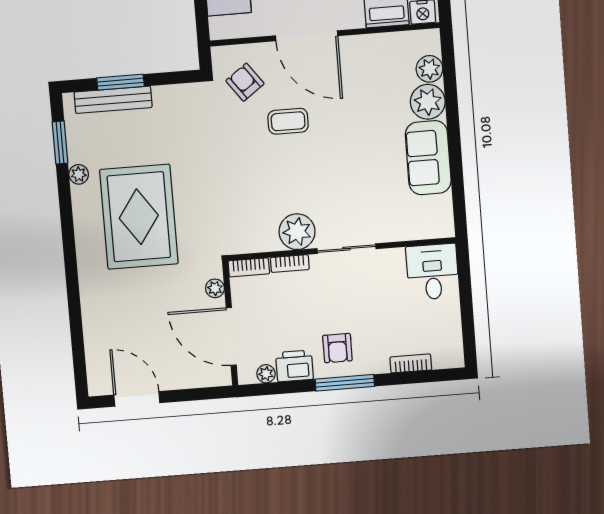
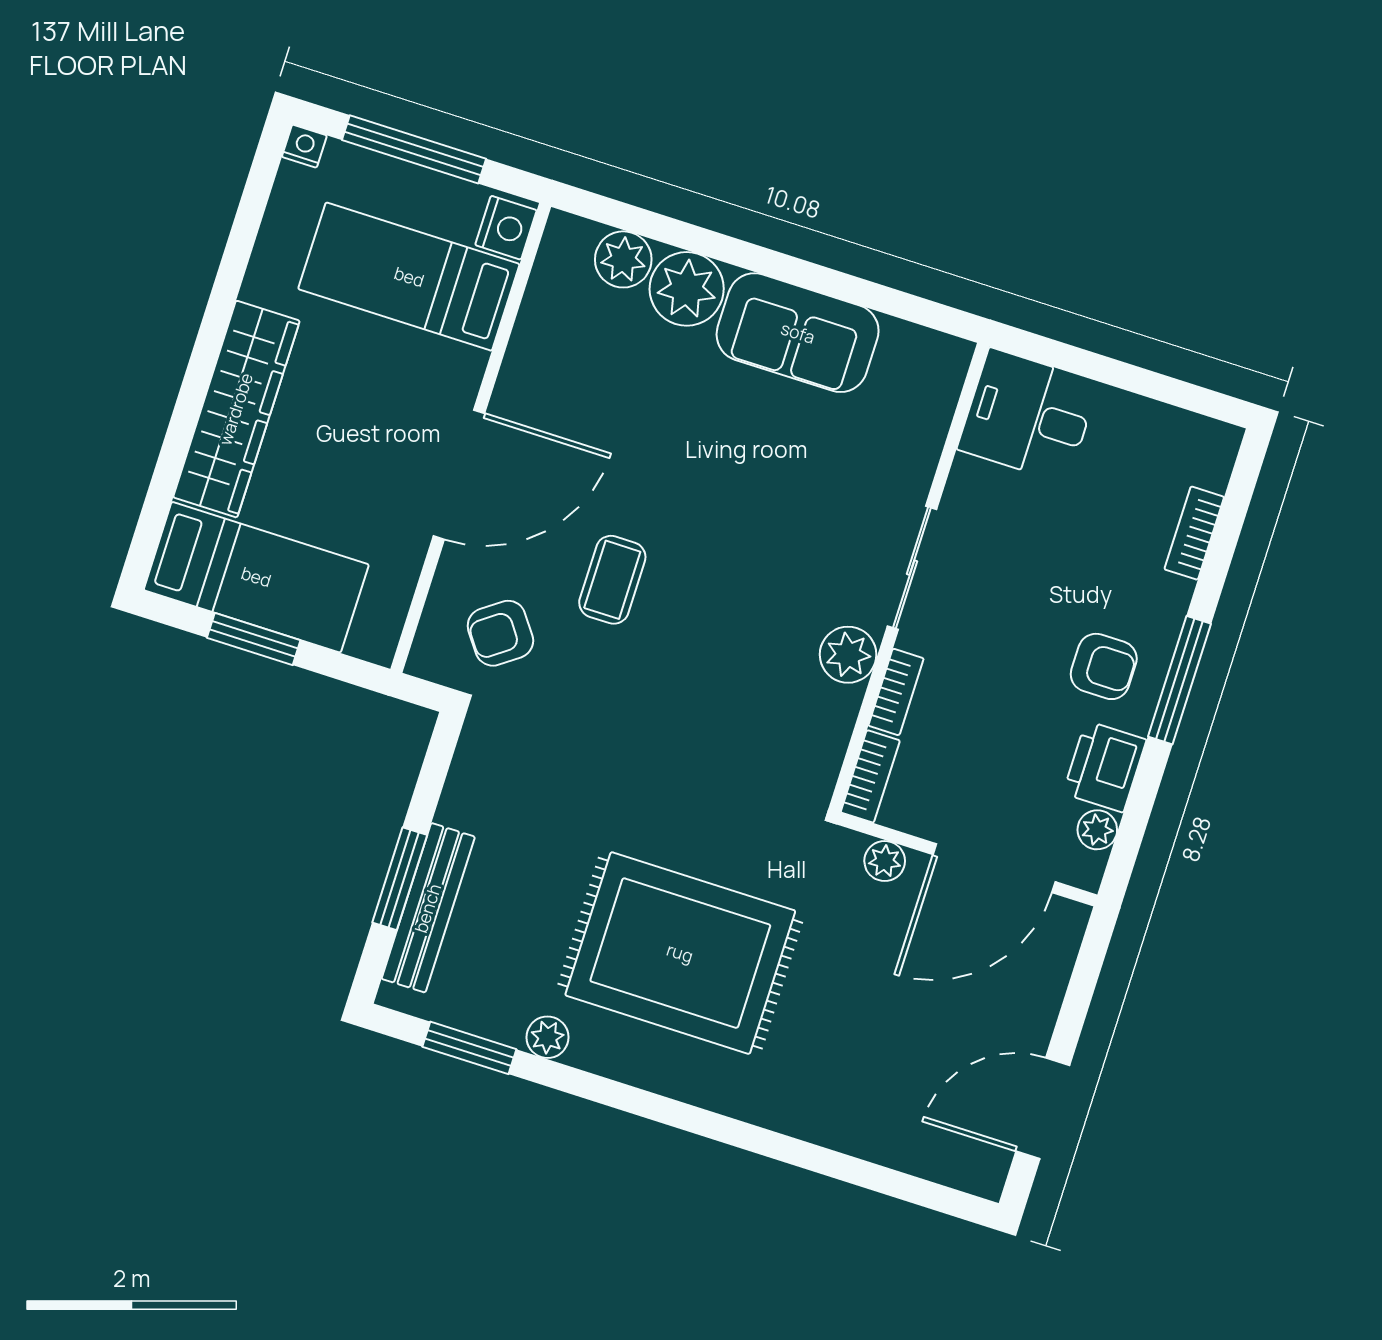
plant: (297, 232) -> (848, 655), width x0.73, depth x0.73

